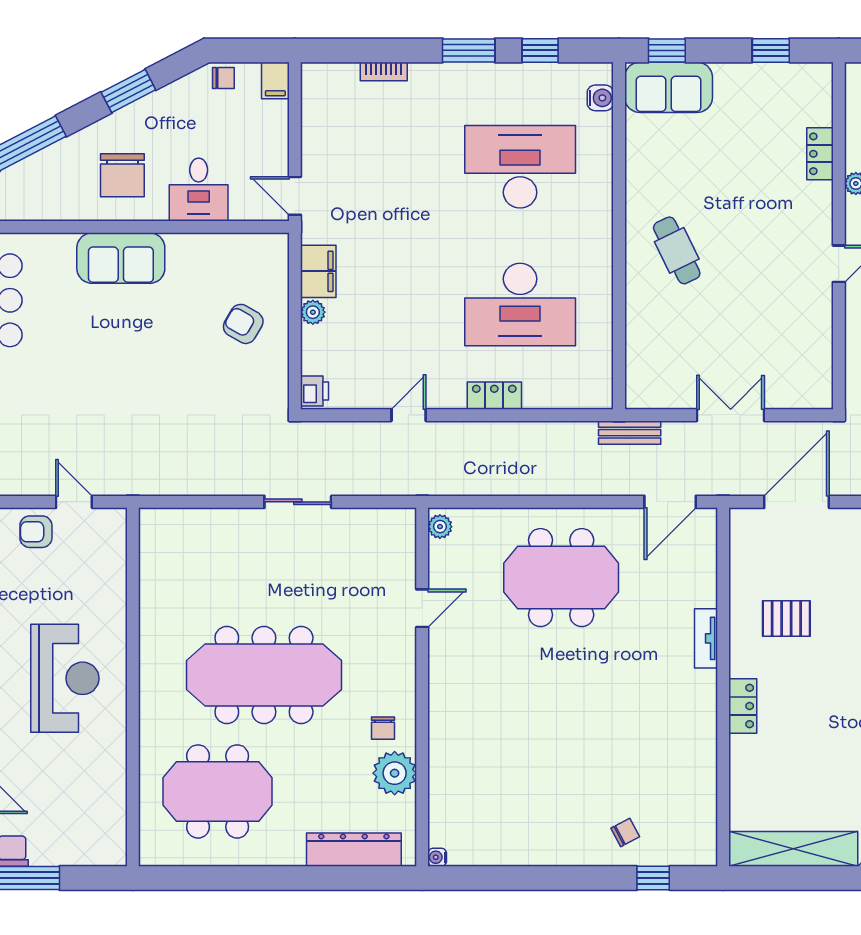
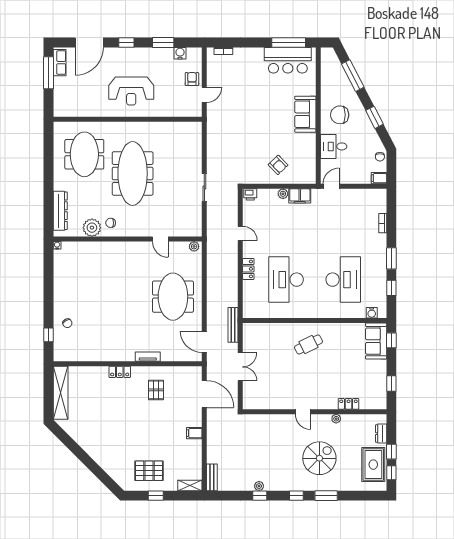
armchair: (243, 324) -> (278, 165), turned 106
bench: (630, 433) -> (233, 325), width x1.36

